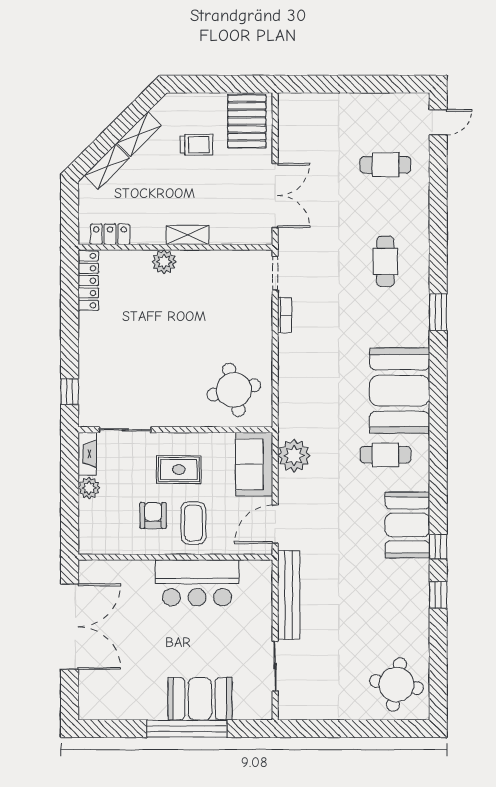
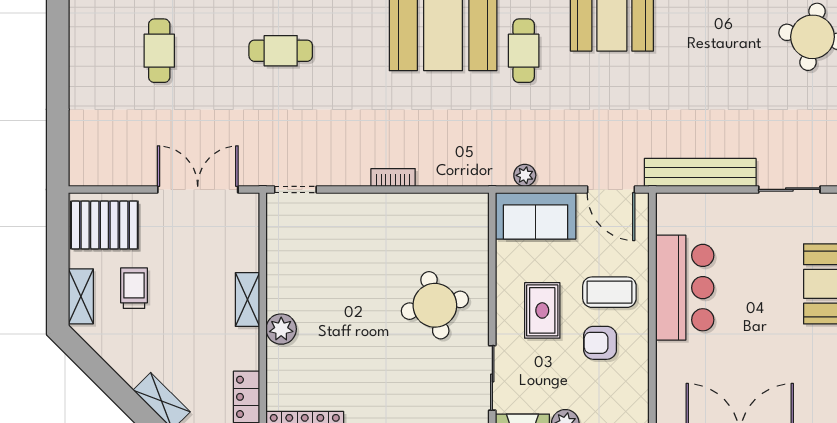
shelving: (139, 134) -> (81, 296), moved, turned 45
bookcase: (285, 315) -> (393, 177), moved
round table: (234, 390) -> (435, 305), moved
plant: (294, 456) -> (525, 175), width x0.53, depth x0.53

